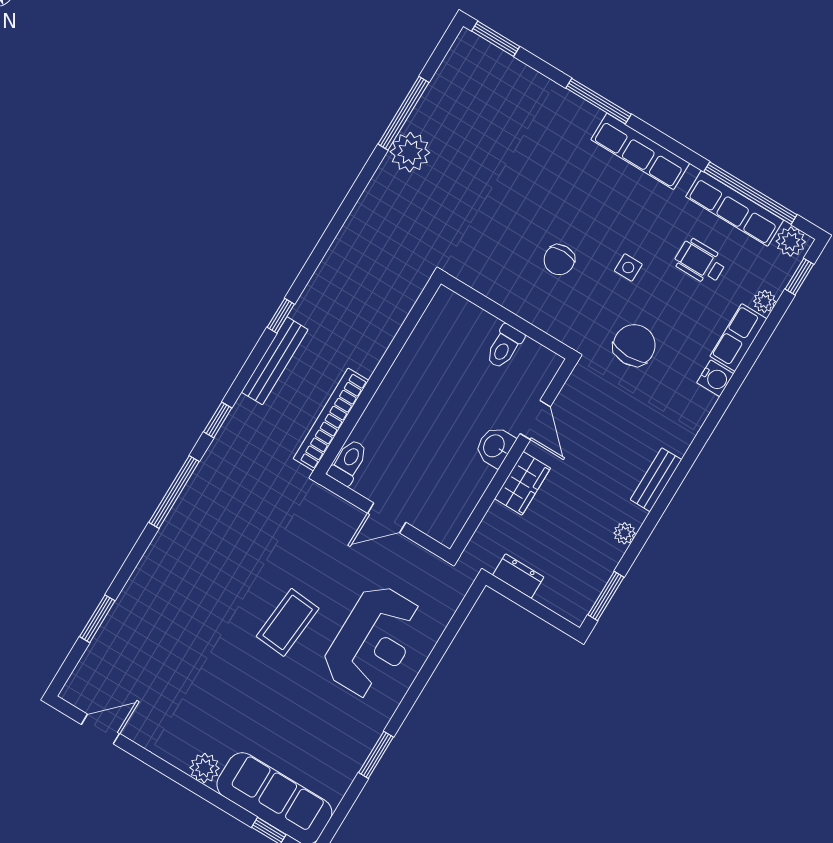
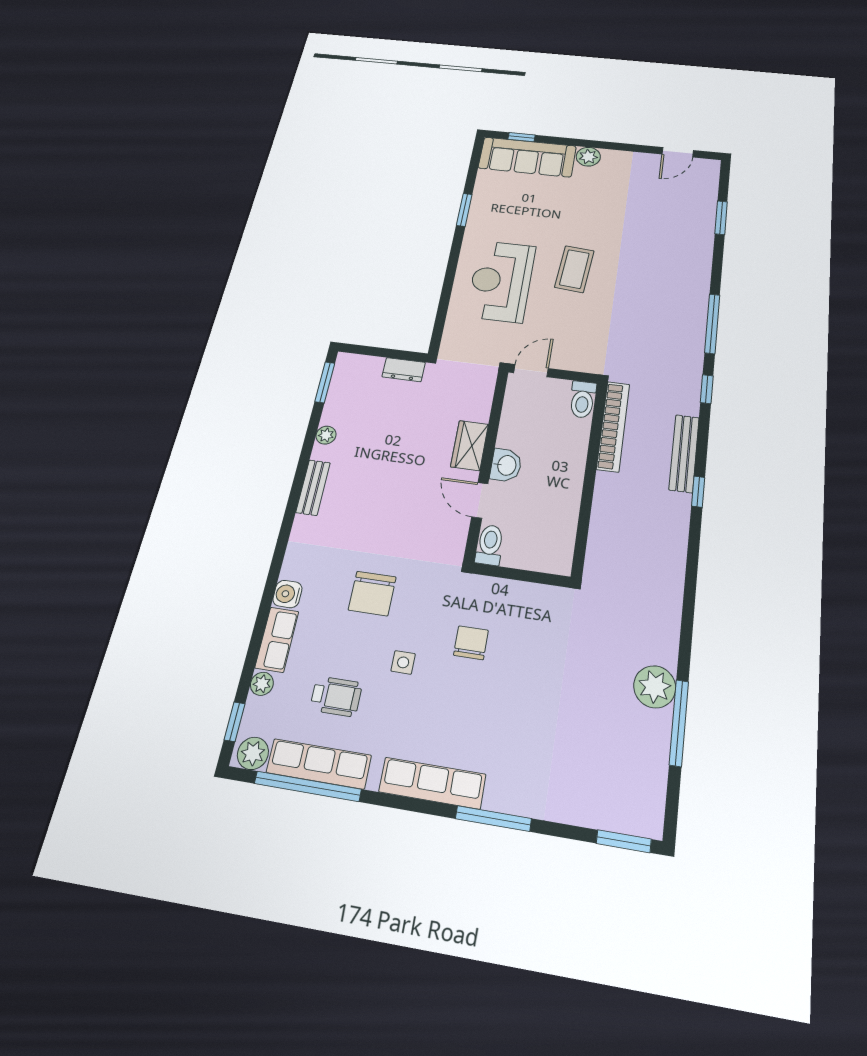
door: (535, 420) -> (480, 500), moved
washbasin: (495, 446) -> (506, 465), moved
wall: (513, 457) -> (487, 463), moved
wardrobe: (522, 483) -> (470, 445), moved

